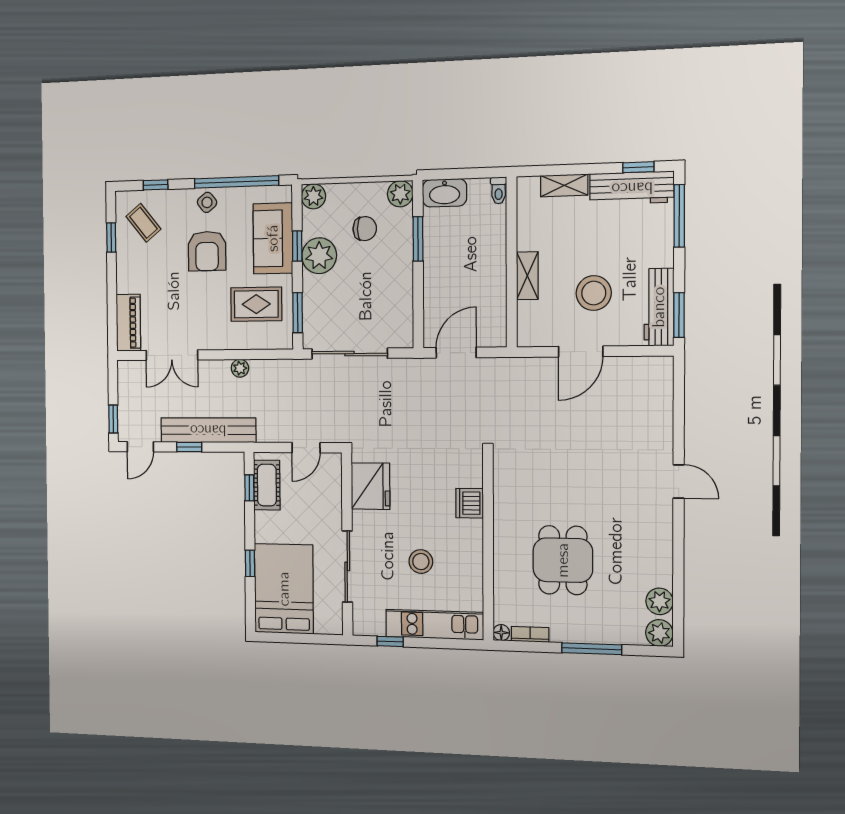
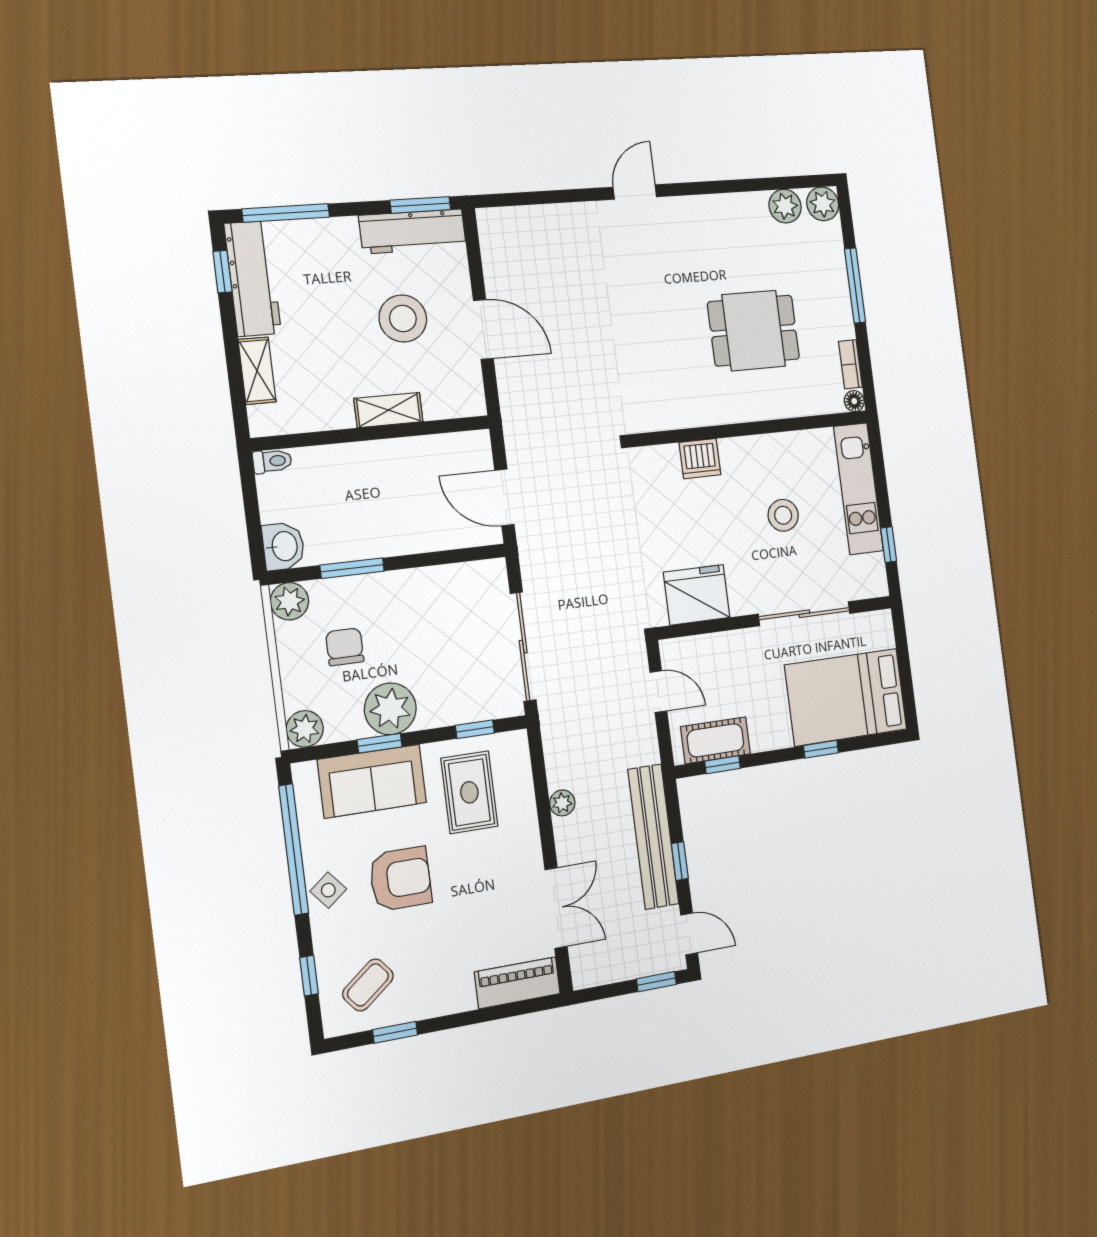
washbasin: (445, 193) -> (283, 546), width x0.72
window: (298, 313) -> (475, 729), width x0.67

